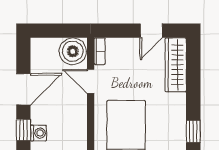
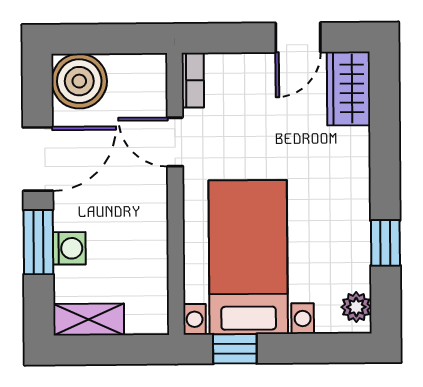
boiler: (73, 51) -> (79, 81), moved
wardrobe: (176, 65) -> (348, 89), width x0.67
window: (23, 130) -> (38, 242), width x1.50

